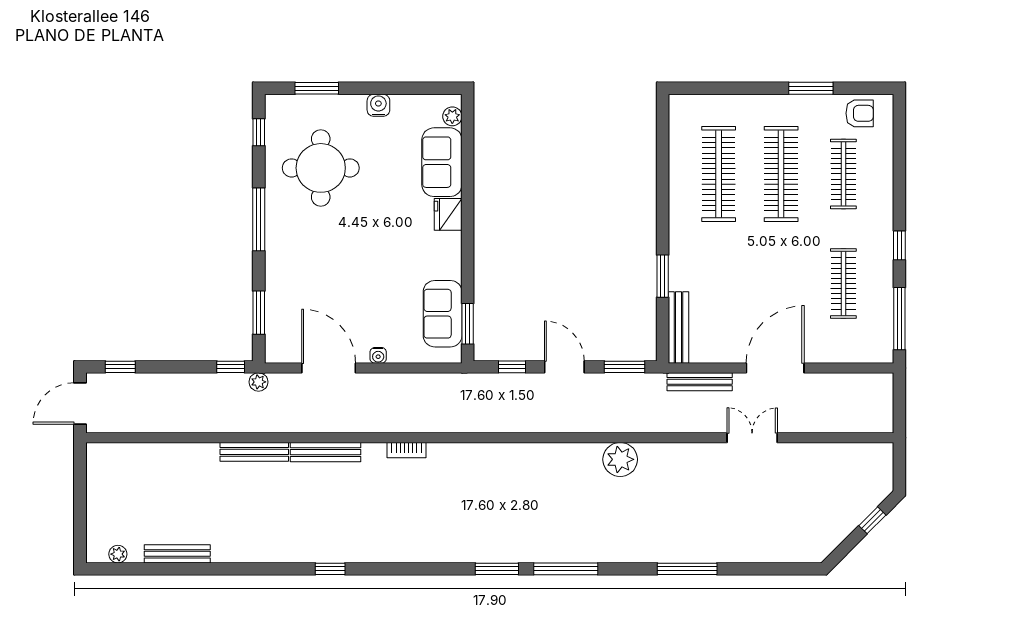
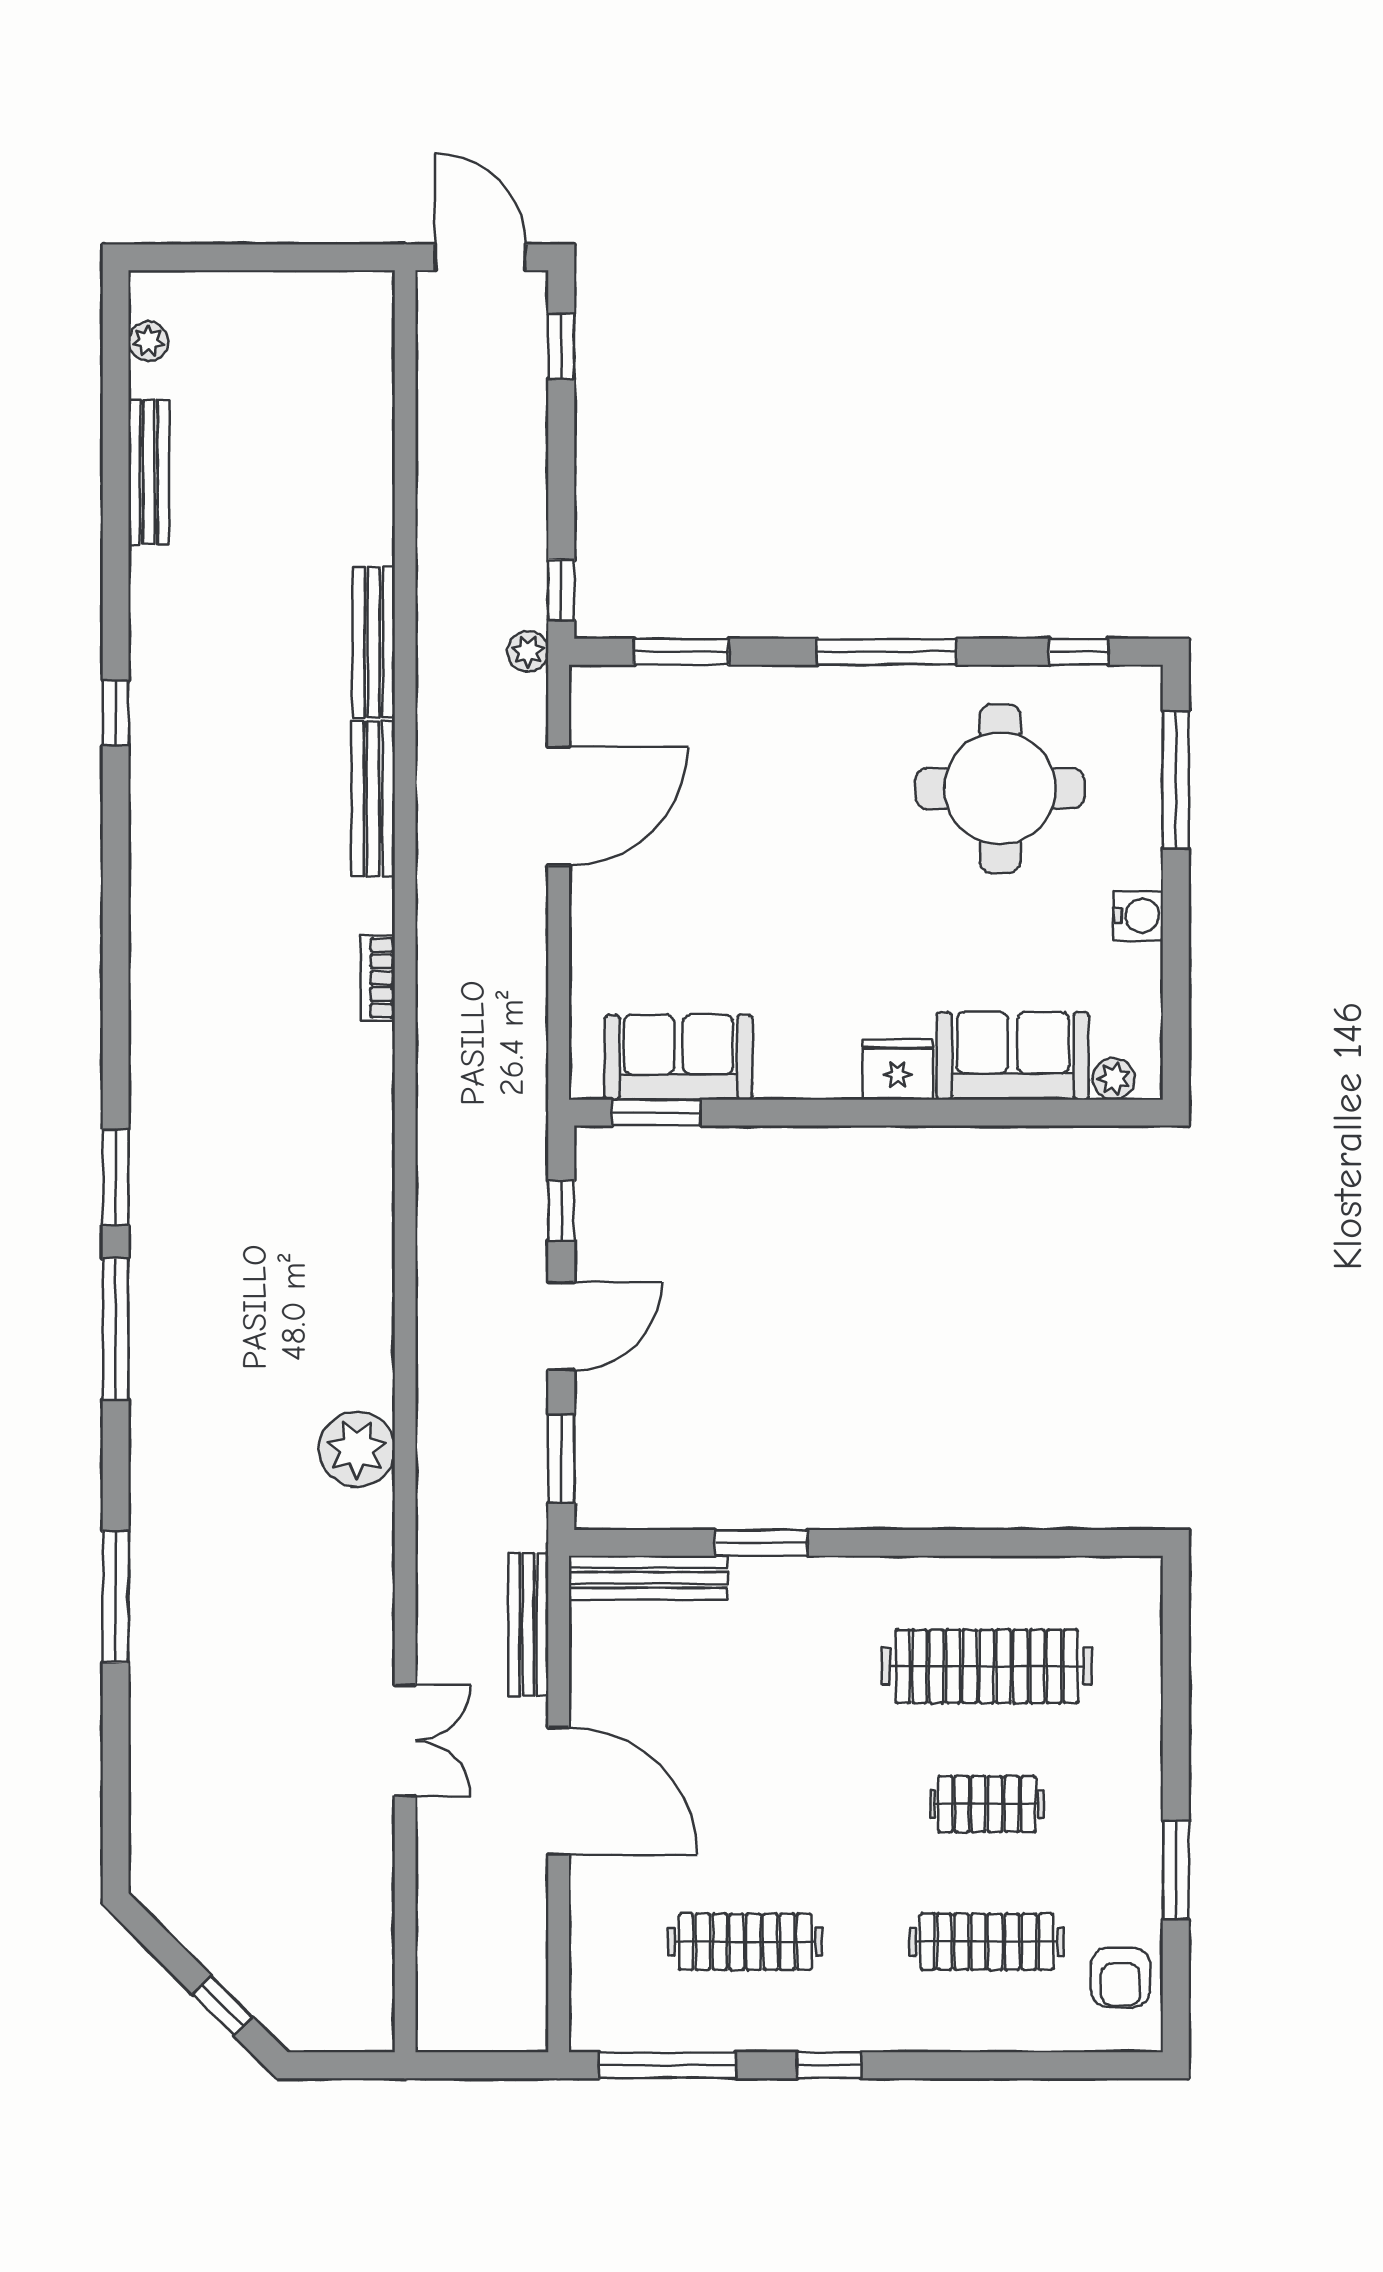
window: (317, 88) -> (1176, 780), width x1.44
clothes rail: (781, 174) -> (987, 1804), width x0.54, depth x0.76
water cooler: (378, 355) -> (587, 915), removed
window: (330, 569) -> (116, 713), moved

